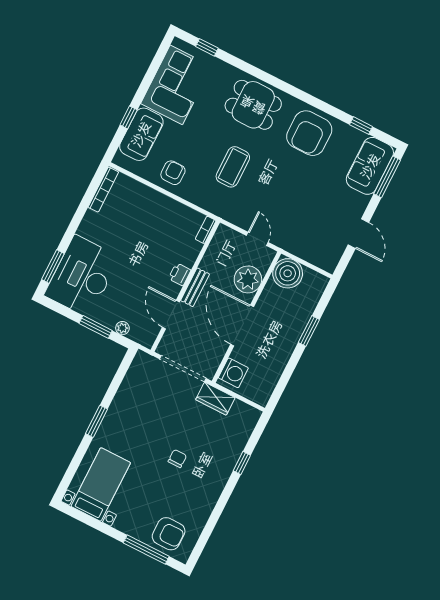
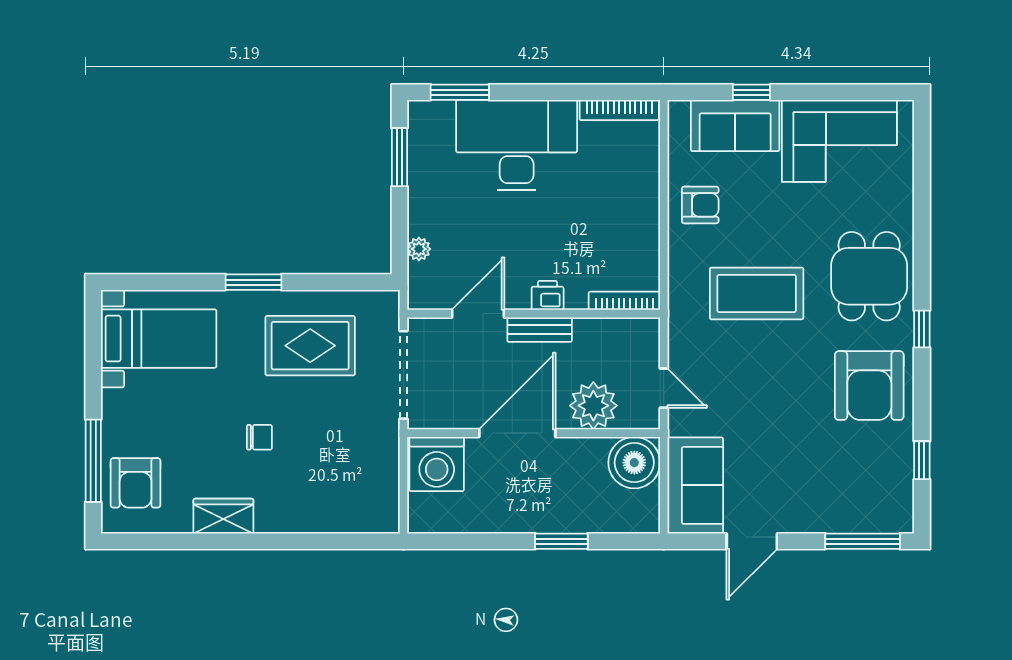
window: (207, 47) -> (922, 329), moved
armchair: (309, 133) -> (869, 386), turned -90
sofa: (370, 166) -> (695, 485), moved, turned 90
coffee table: (233, 167) -> (757, 293), width x1.36, depth x1.32
bookcase: (206, 230) -> (624, 301), width x1.56
door: (257, 239) -> (664, 388), hinge flipped
desk: (82, 276) -> (517, 145), moved
window: (96, 327) -> (399, 157), moved
washing machine: (233, 373) -> (437, 464), width x1.37, depth x1.37
wardrobe: (215, 399) -> (223, 516), moved, turned 90
rug: (144, 409) -> (310, 346), added
window: (242, 463) -> (303, 541), removed

